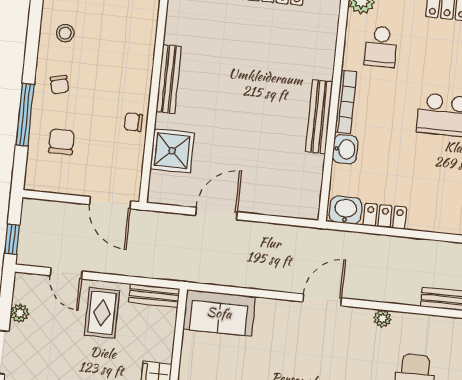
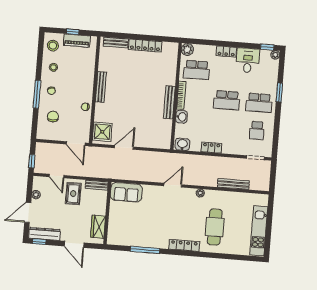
school desk: (381, 47) -> (197, 70), width x1.85
window: (25, 115) -> (37, 94), moved
shower: (172, 151) -> (102, 132), moved
locker: (385, 216) -> (211, 148), moved

